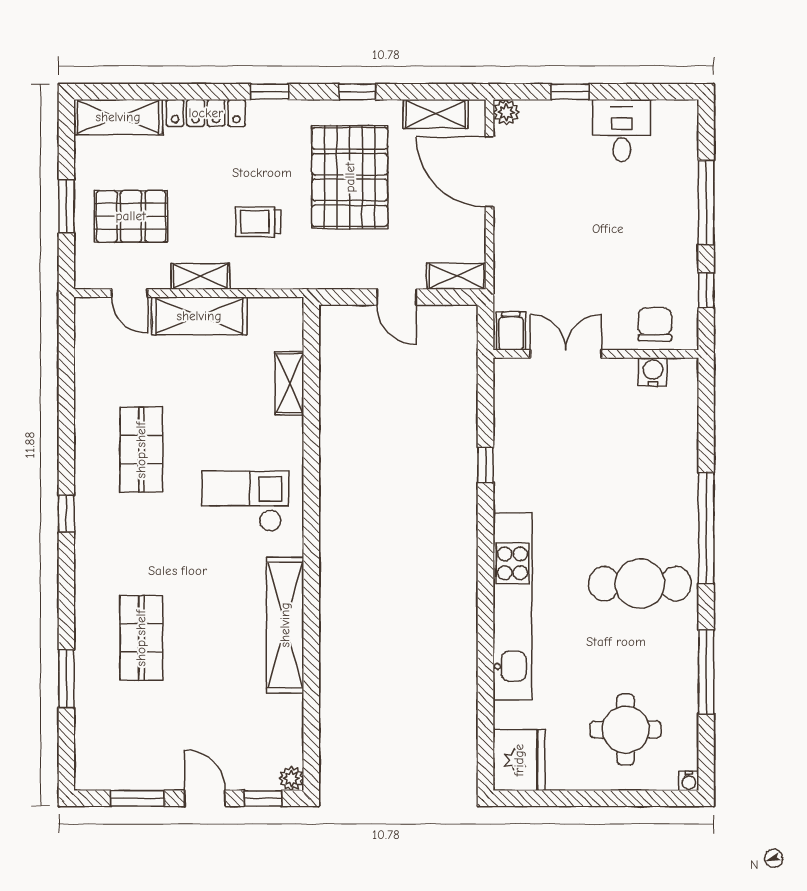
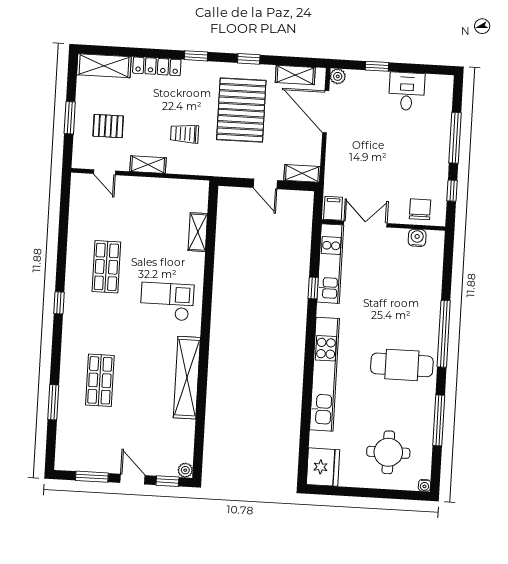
pallet: (131, 216) -> (108, 126), width x0.67, depth x0.71
shelving: (199, 316) -> (146, 188), removed
kitchen unit: (512, 423) -> (330, 264), added

